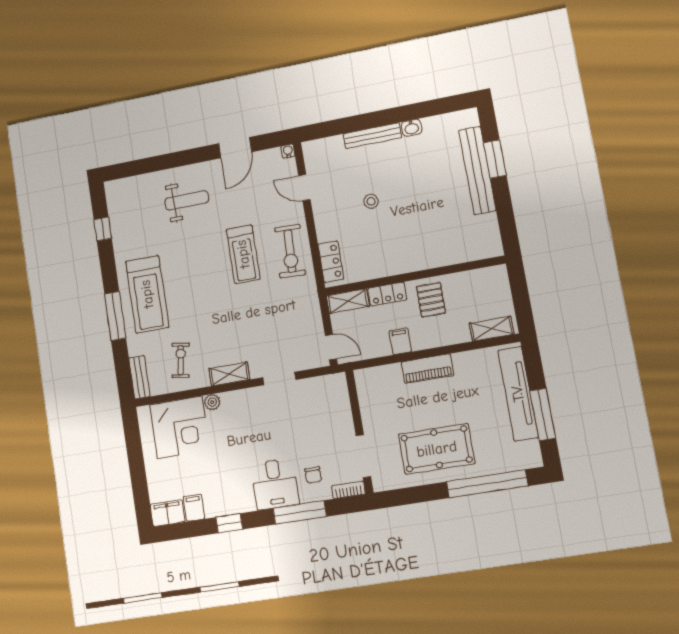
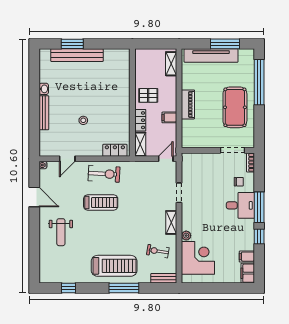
weight bench: (187, 200) -> (61, 232), turned 180
window: (300, 512) -> (259, 207), moved

